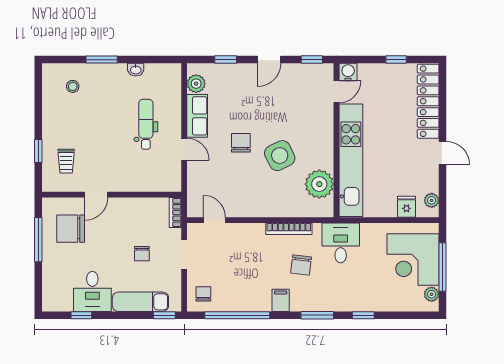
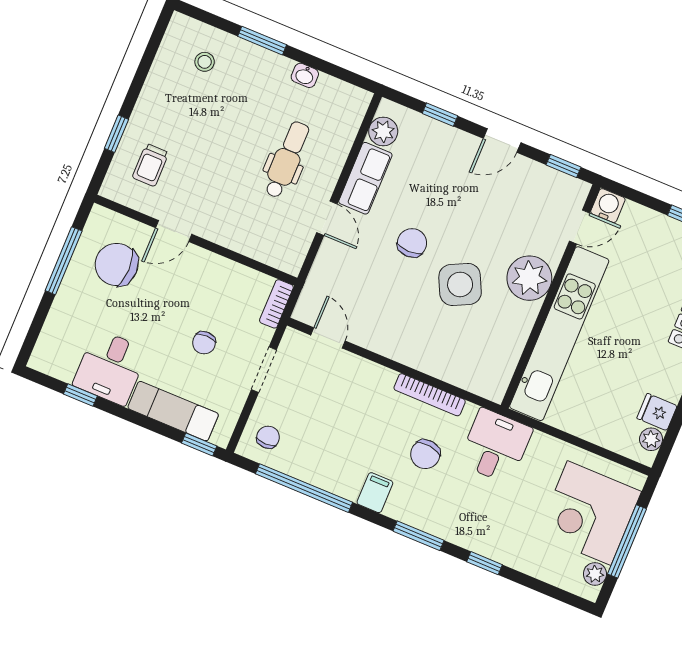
plant: (319, 184) -> (529, 278), moved
fridge: (406, 207) -> (657, 412), moved, turned -90

